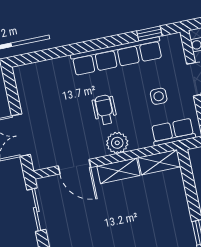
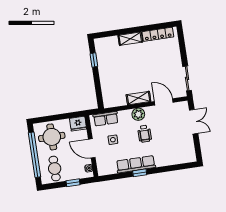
window: (149, 33) -> (140, 173), moved
row of seats: (117, 56) -> (136, 164), width x0.73
shelving: (159, 162) -> (115, 102), removed

